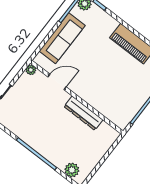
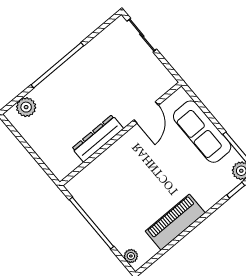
plant: (31, 70) -> (169, 81), removed

